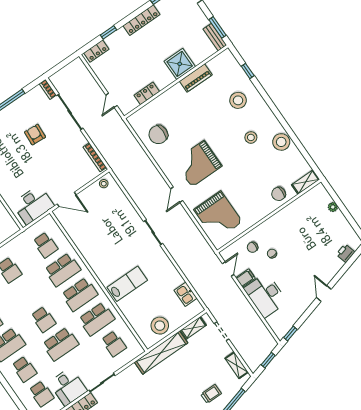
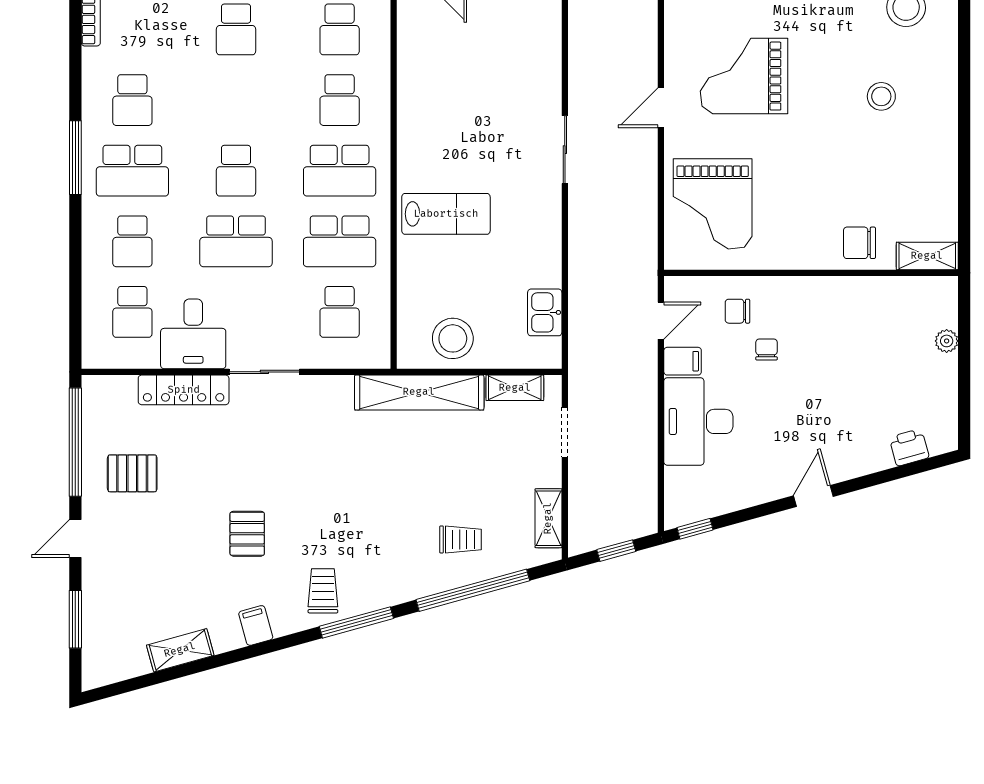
stool: (281, 142) -> (934, 146), removed
school desk: (63, 270) -> (340, 100), width x0.54

